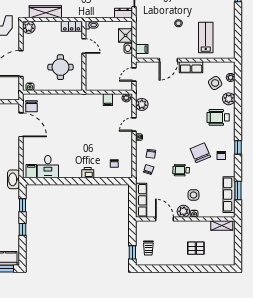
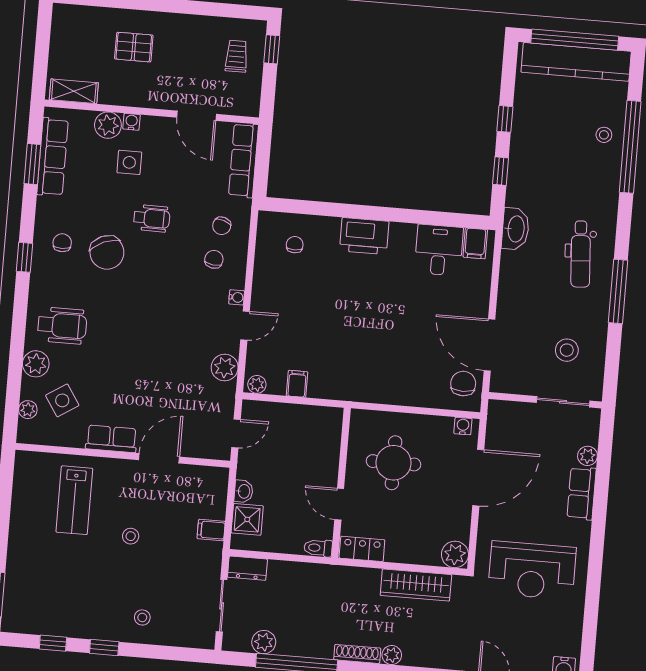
filing cabinet: (142, 49) -> (211, 530), moved
printer: (88, 173) -> (364, 236), width x1.87, depth x1.48
plant: (183, 211) -> (108, 125), moved

